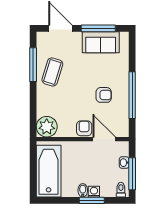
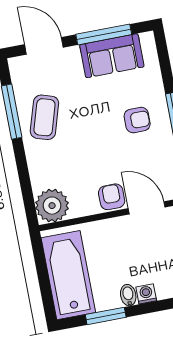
armchair: (104, 95) -> (137, 120), moved
window: (92, 200) -> (106, 316), moved

